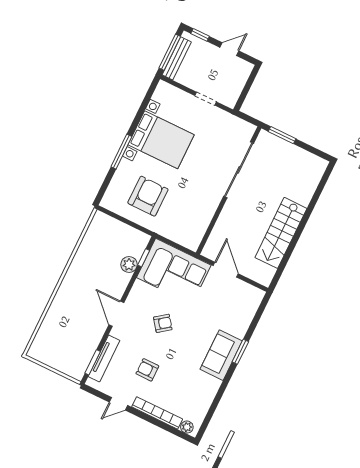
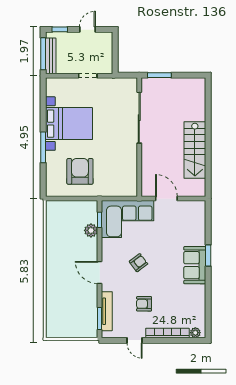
door: (118, 404) -> (135, 340), hinge flipped

